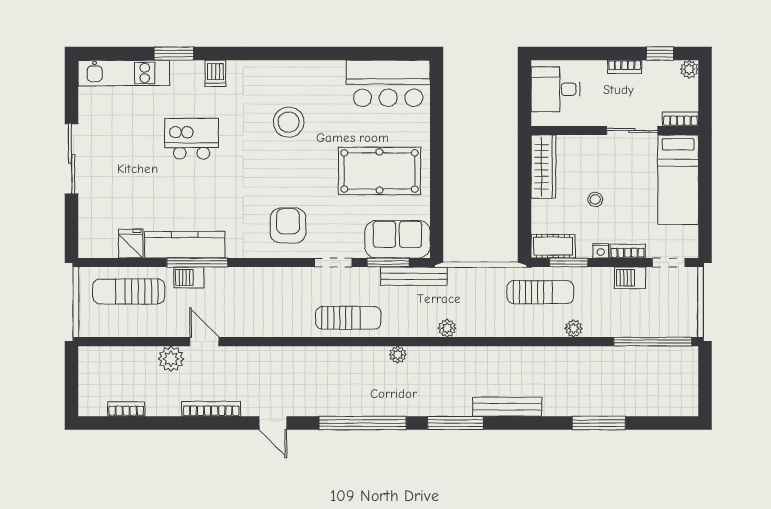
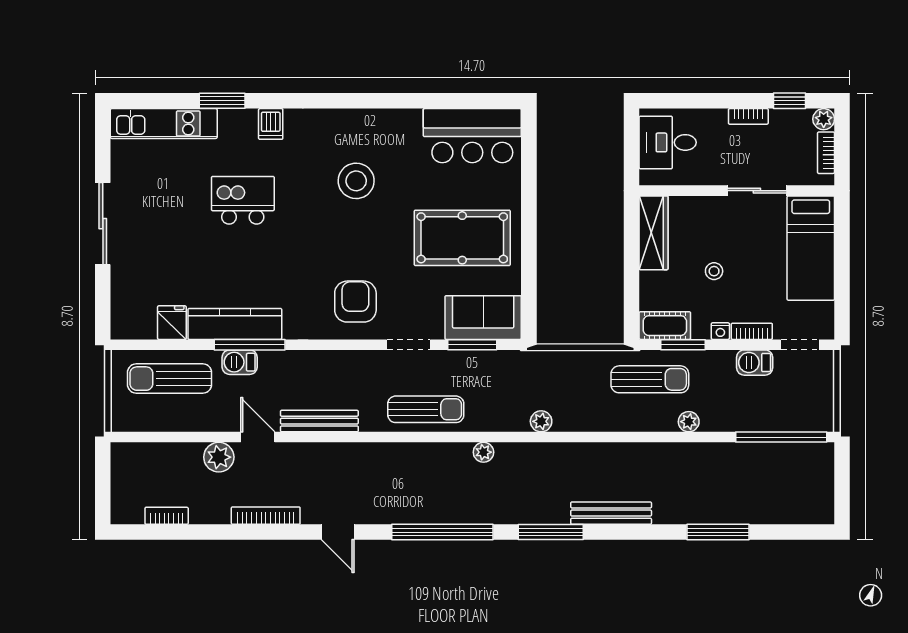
bookcase: (680, 119) -> (826, 153), moved, turned -90
bench: (414, 276) -> (319, 421), moved

